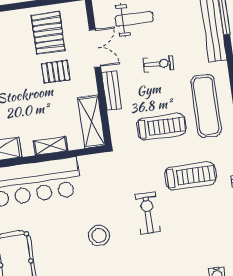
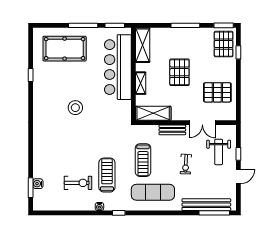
pallet: (56, 72) -> (179, 72), moved, width x1.50, depth x1.42
treadmill: (190, 176) -> (107, 175), turned 180
exercise bike: (148, 213) -> (78, 183), moved

